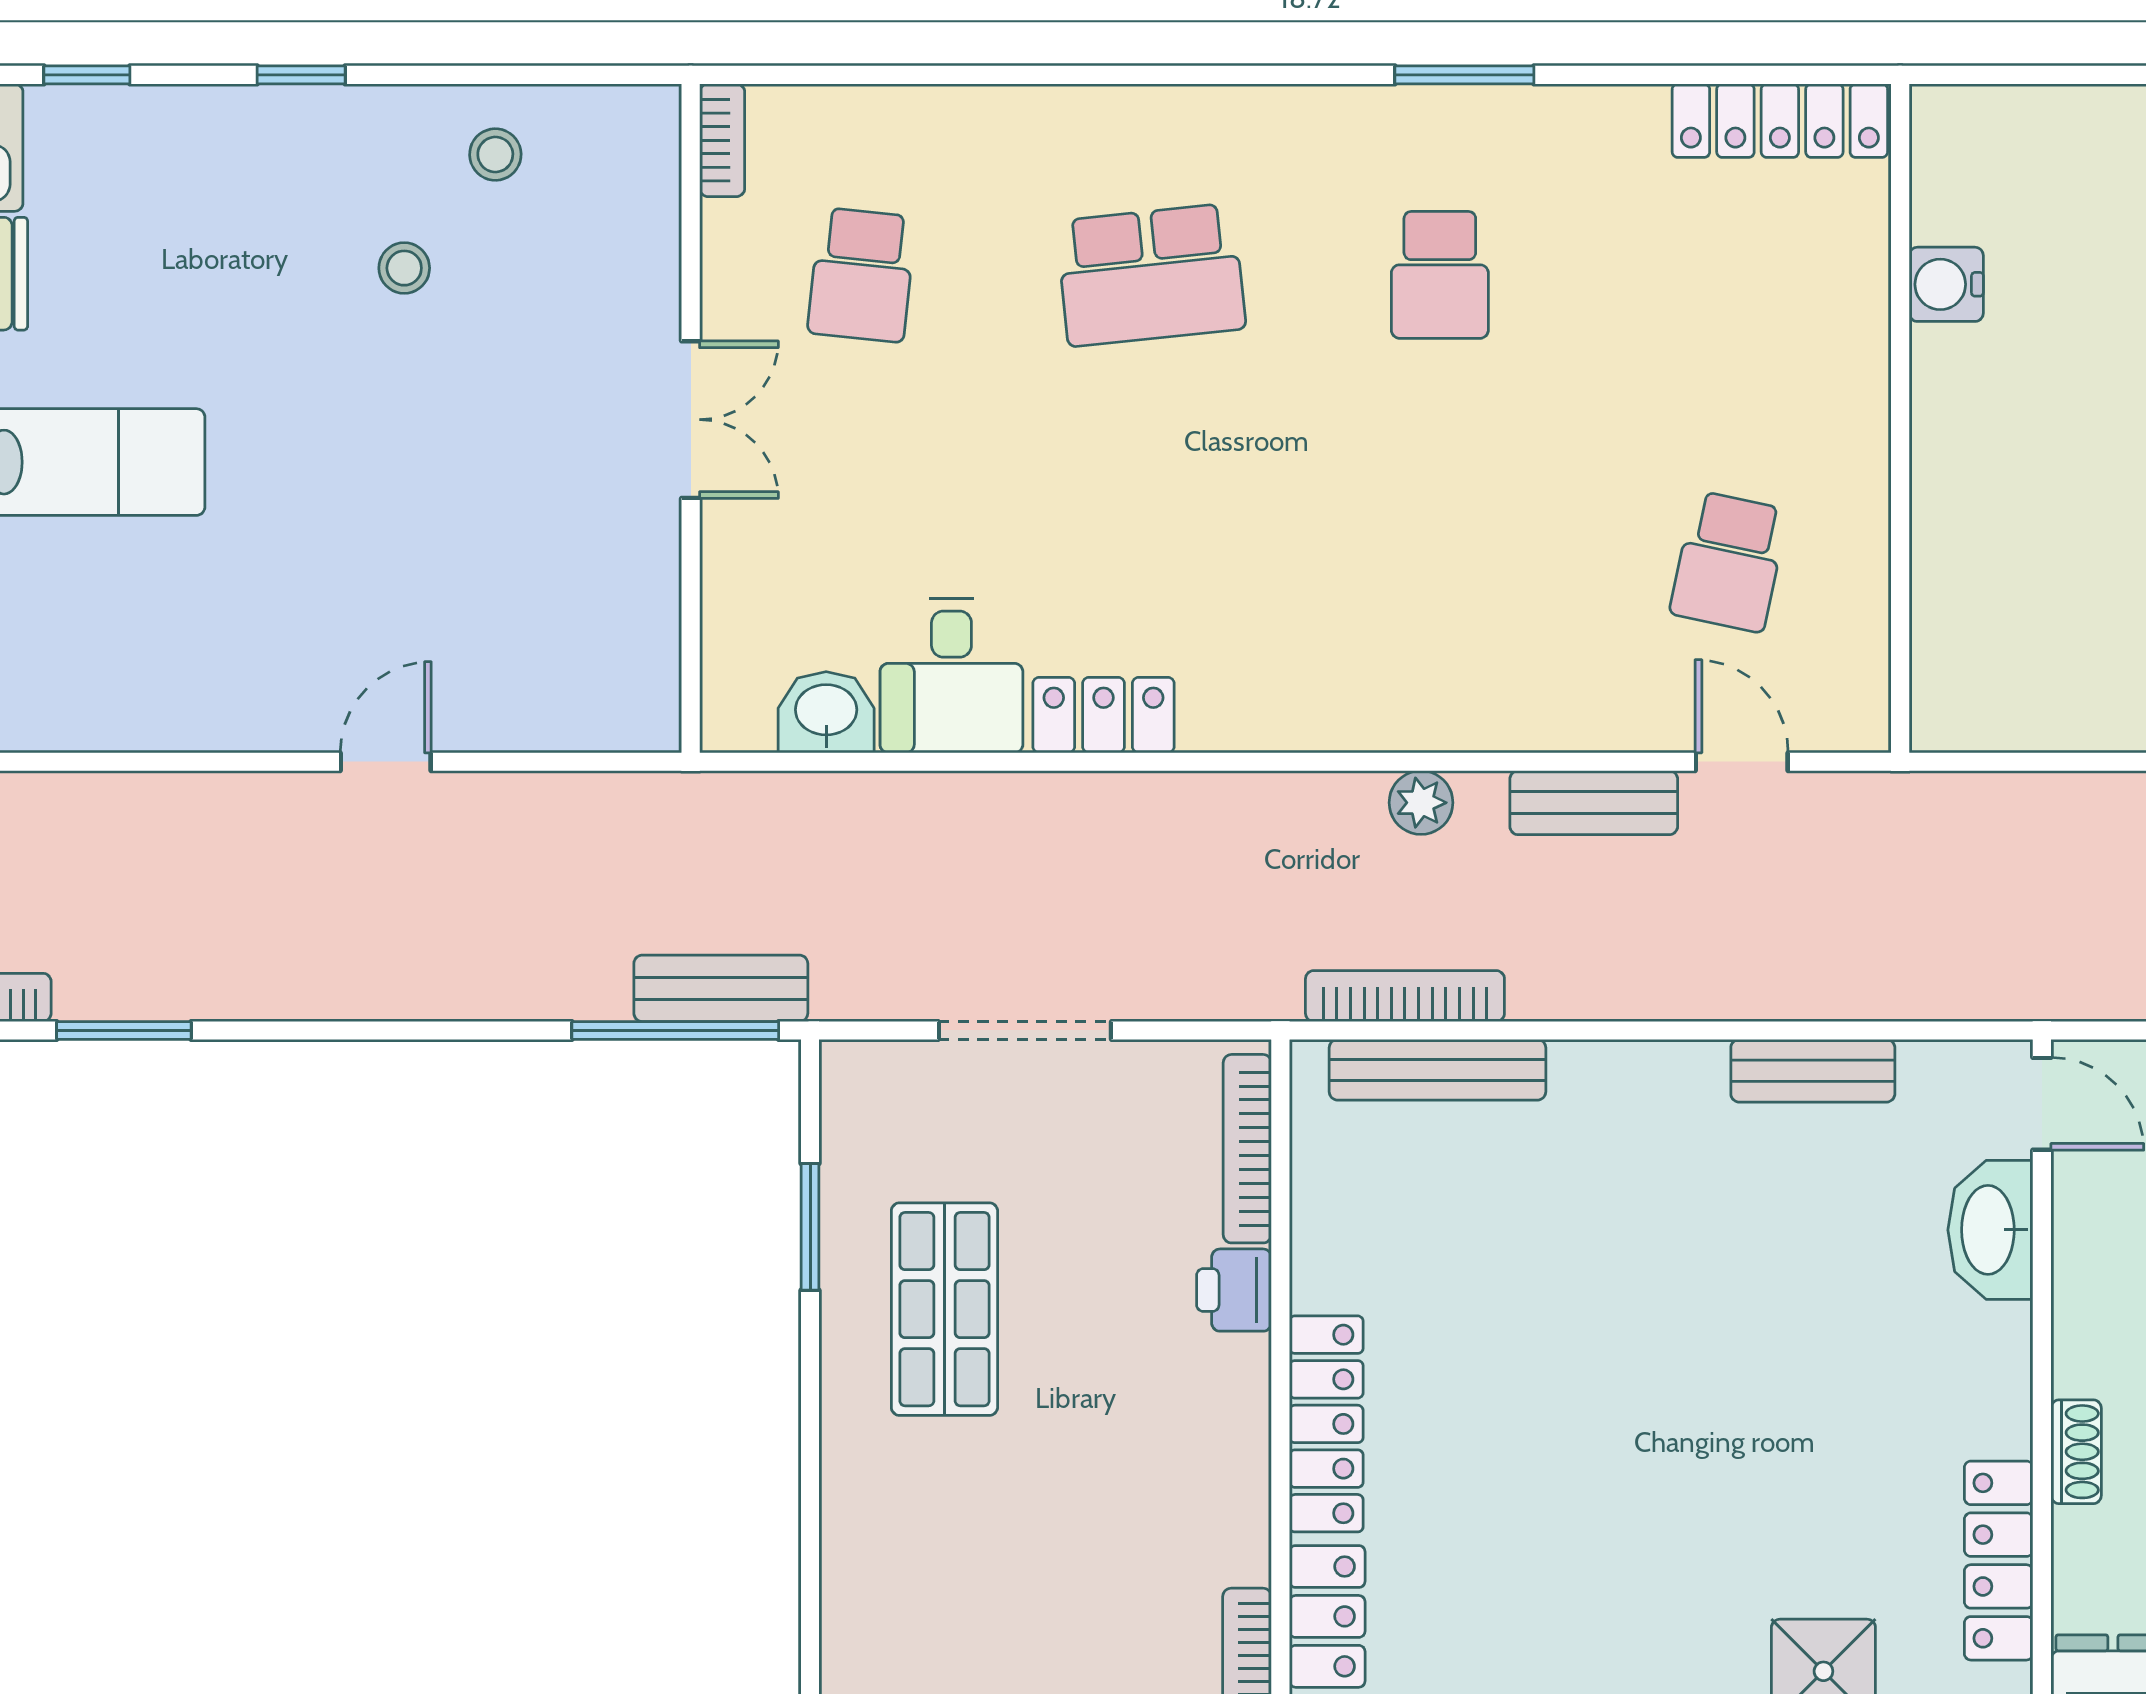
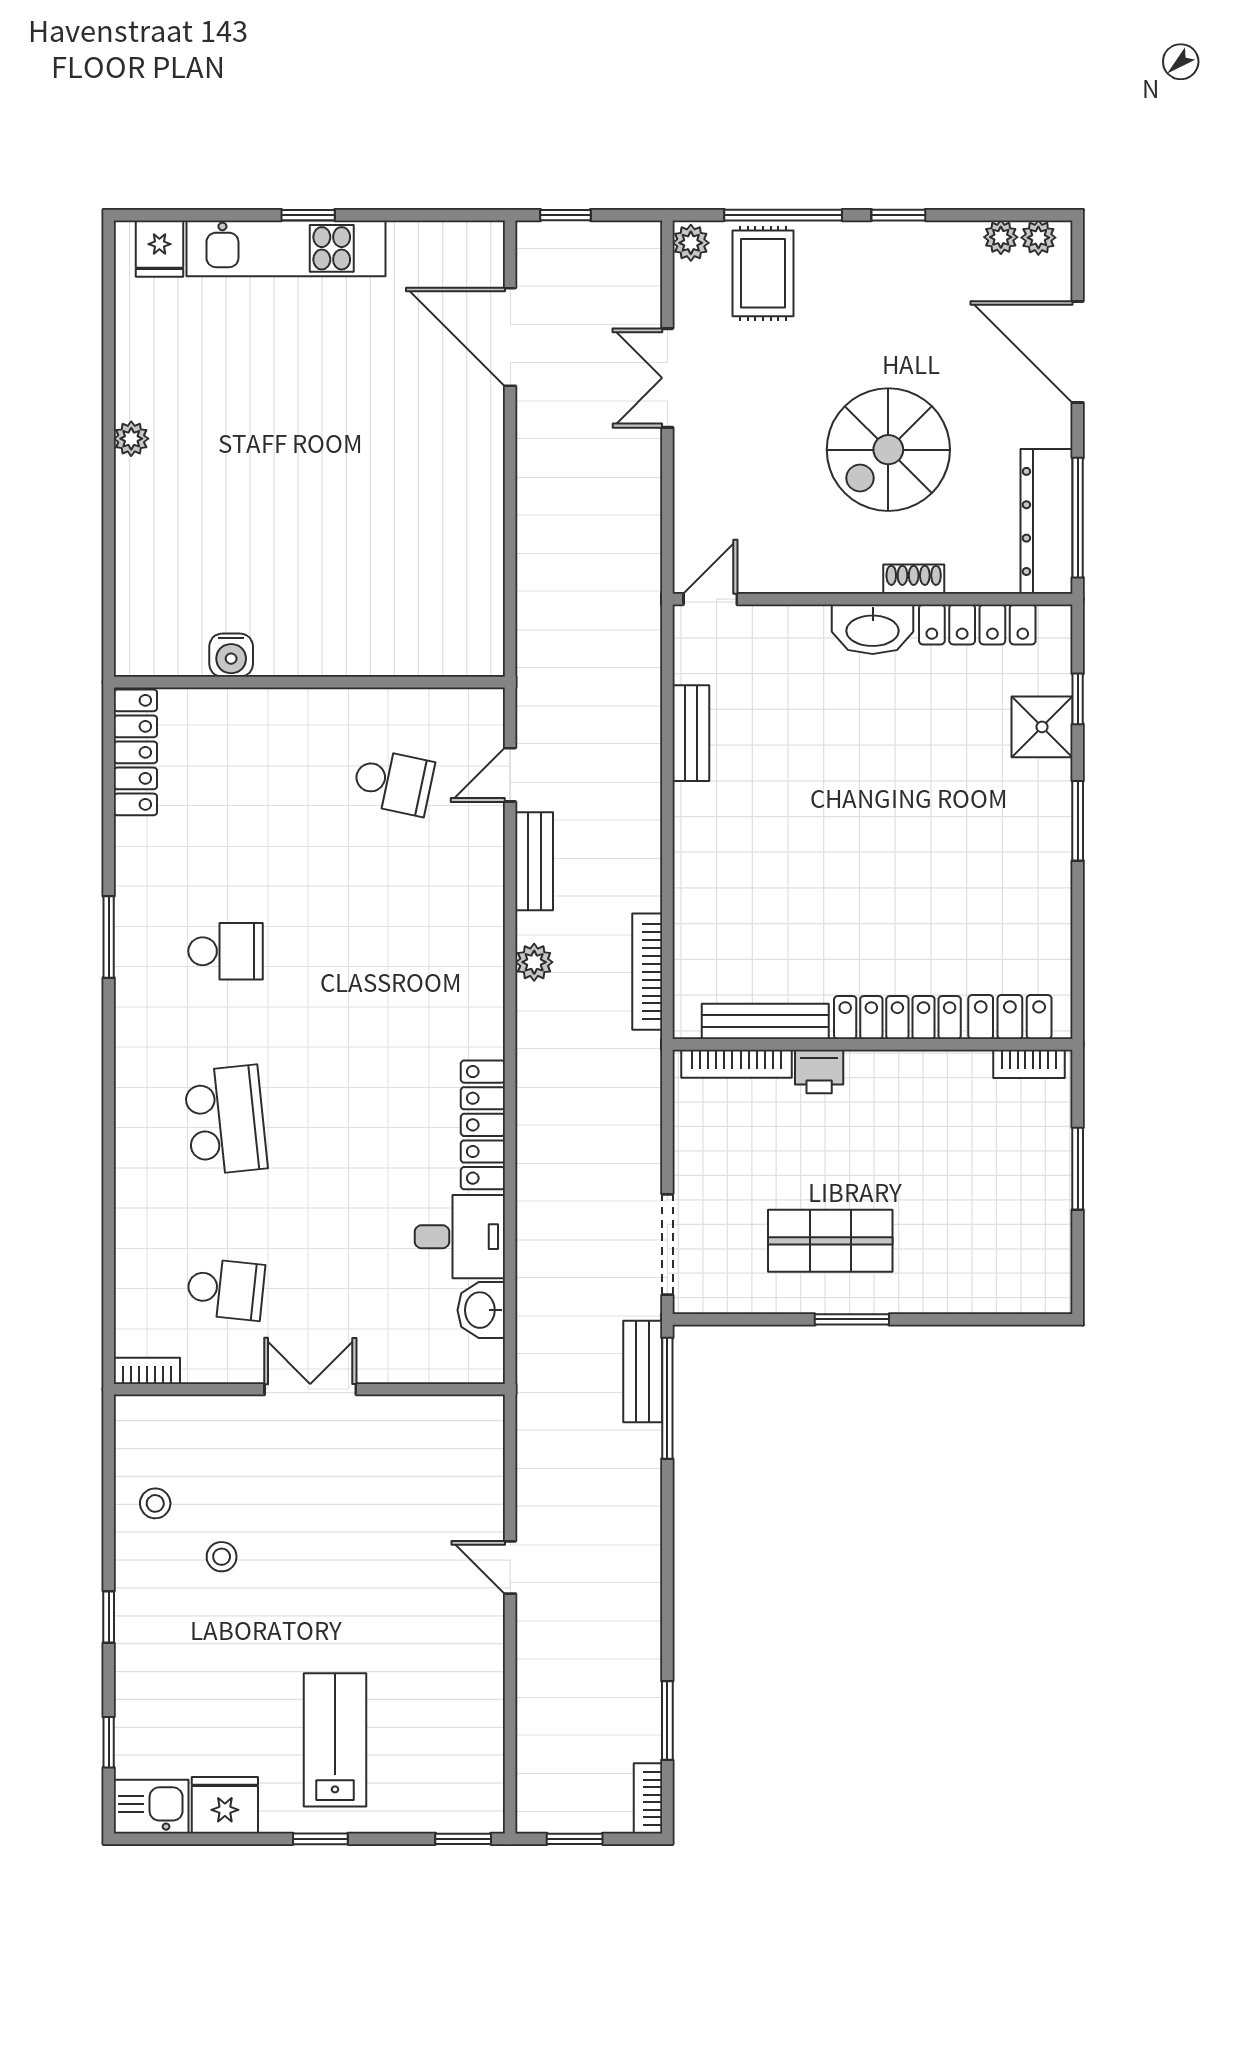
locker: (1104, 715) -> (483, 1125), width x1.53
doorway: (1025, 1030) -> (667, 1244), moved
bench: (1438, 1070) -> (765, 1021), moved, turned 90
window: (810, 1227) -> (852, 1319), moved
washbasin: (1990, 1230) -> (873, 629), moved

